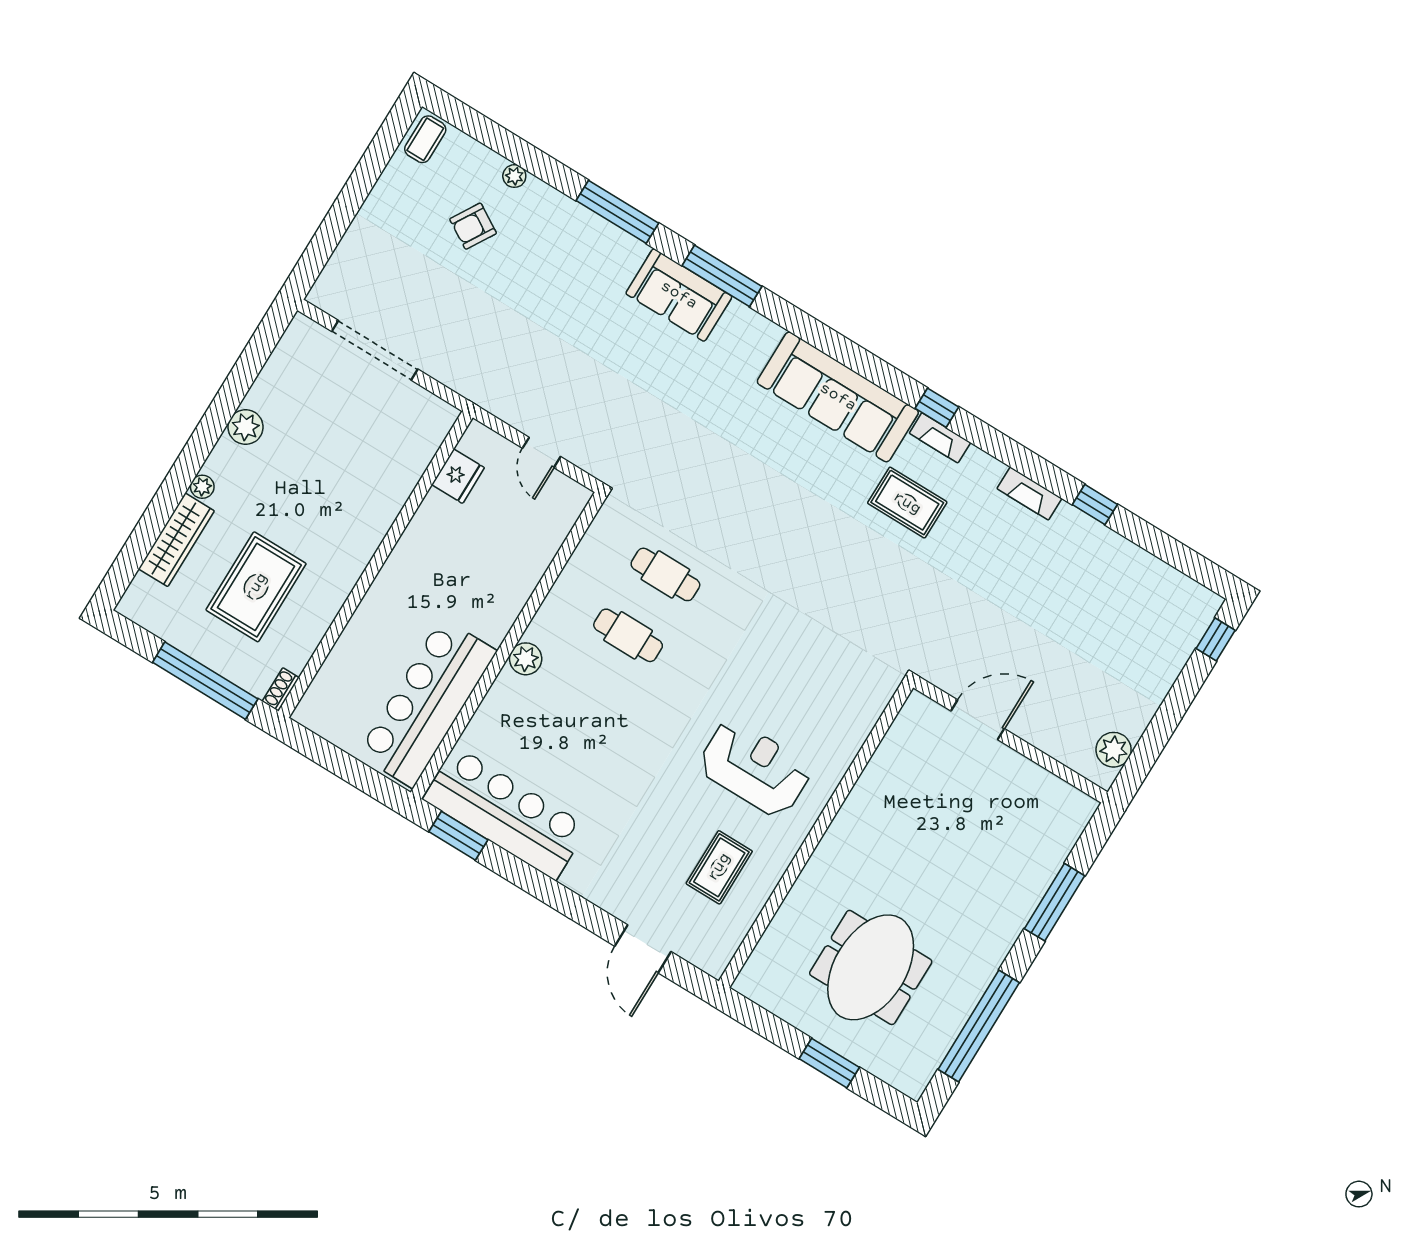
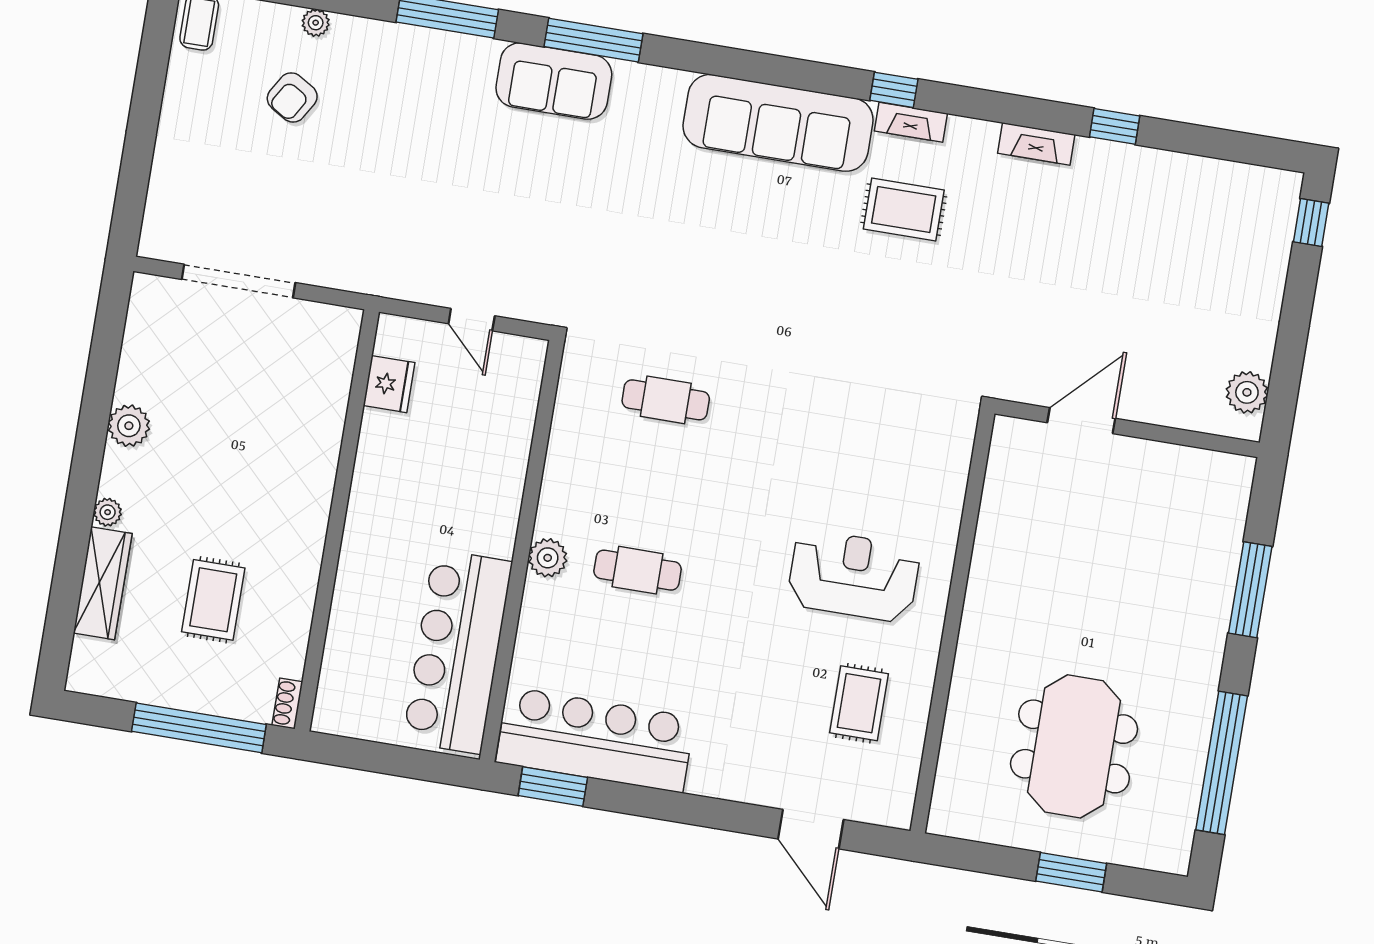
rug: (256, 587) -> (213, 600), width x0.73, depth x0.70
cafe table: (628, 635) -> (638, 570), moved

